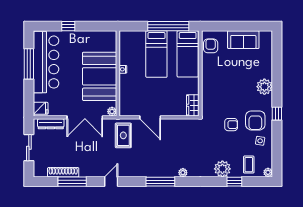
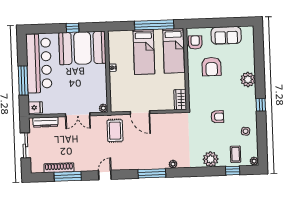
window: (68, 26) -> (73, 28), moved
window: (29, 64) -> (23, 80), moved
booth: (100, 76) -> (83, 48), moved, turned 90
double door: (85, 117) -> (78, 115), width x0.73
armchair: (255, 120) -> (212, 67), moved
window: (234, 182) -> (233, 171), moved

